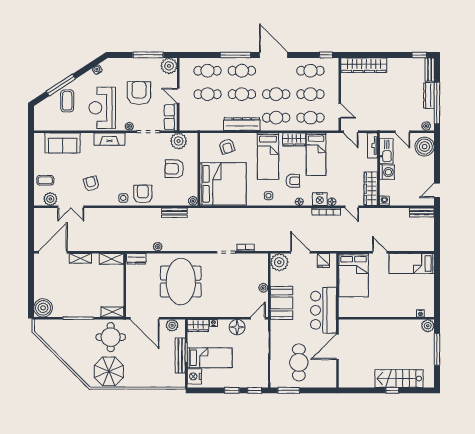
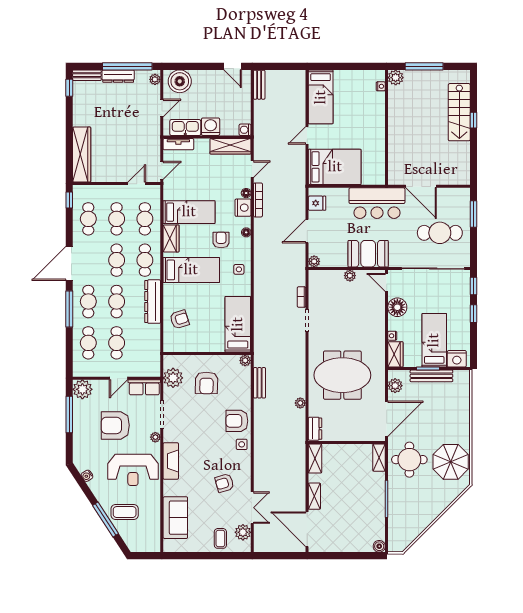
bed: (223, 184) -> (238, 324), width x0.49
plant: (279, 262) -> (314, 261), width x0.53, depth x0.53
boiler: (43, 308) -> (379, 546), width x0.54, depth x0.54
window: (289, 390) -> (474, 214), moved

